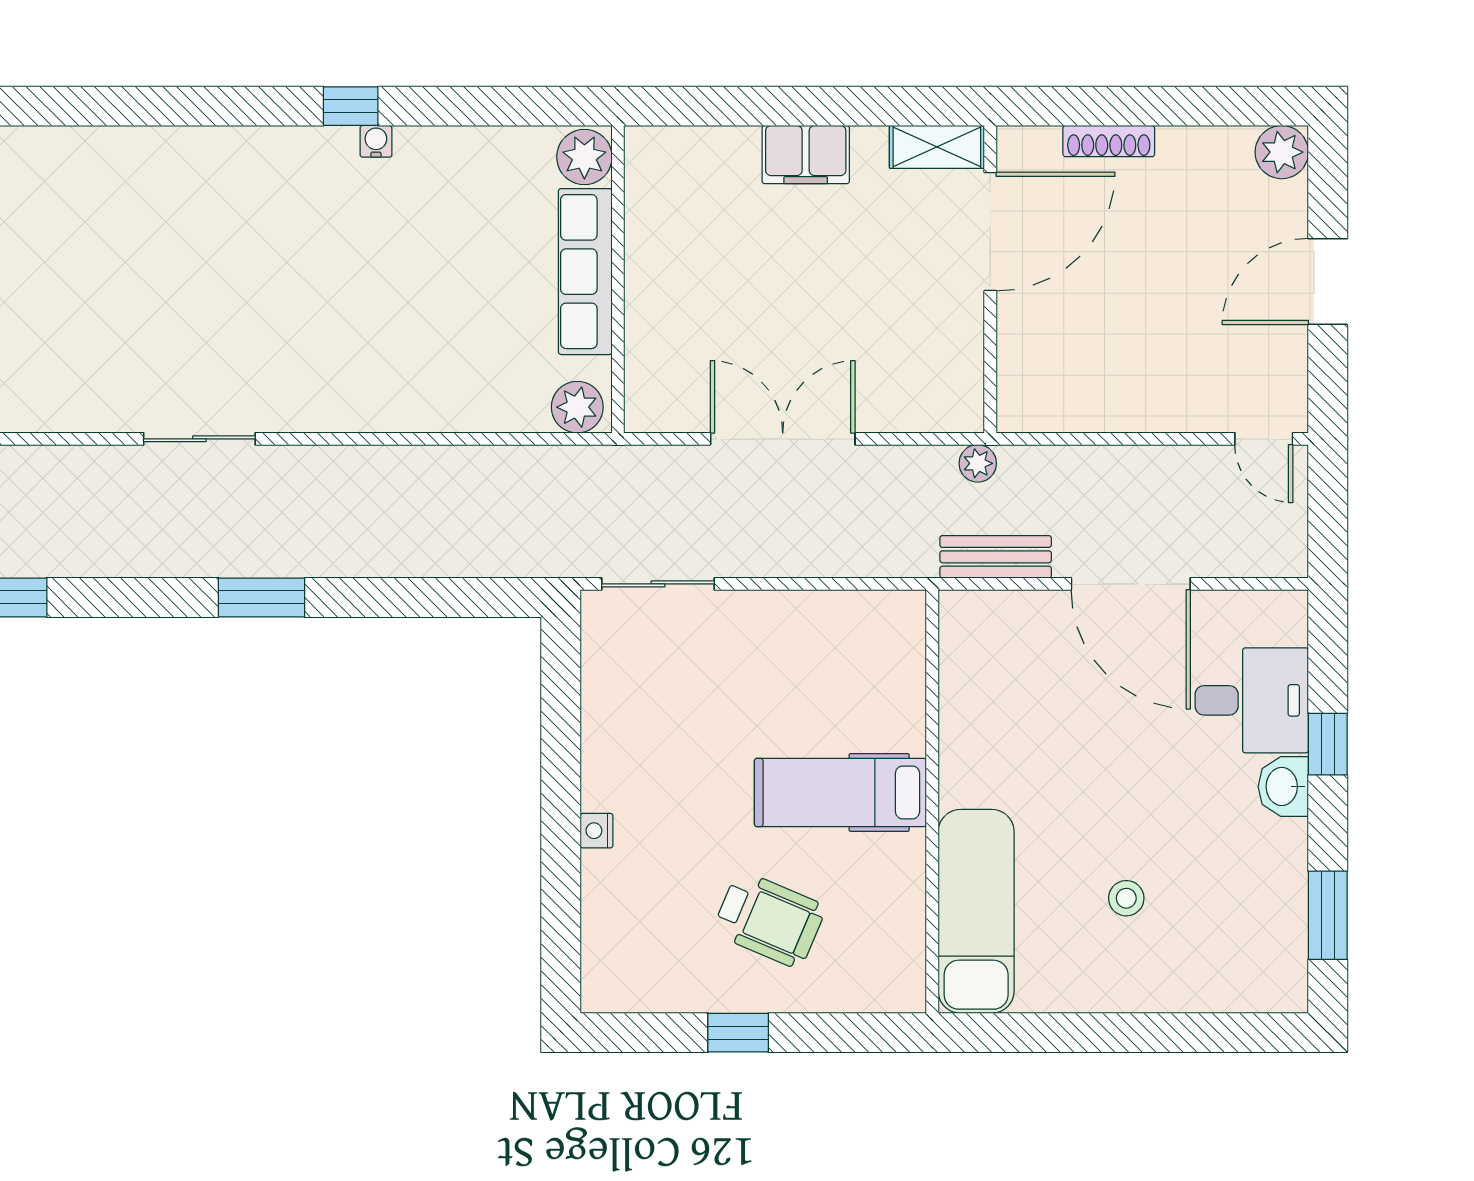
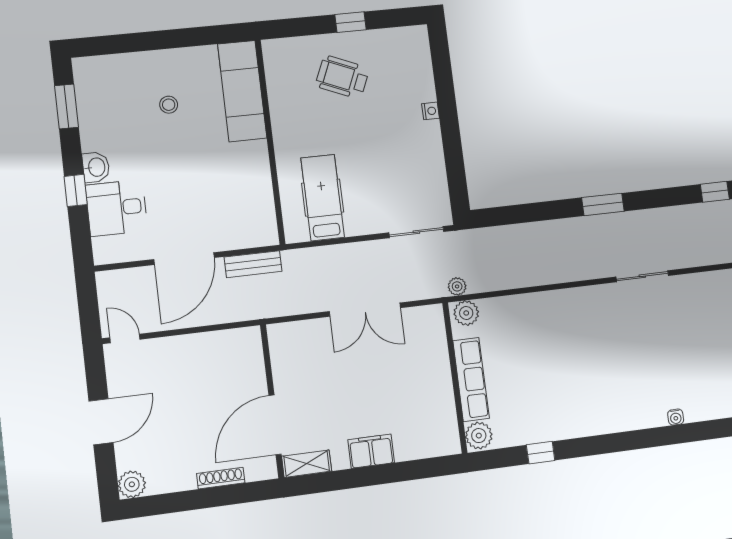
window: (351, 106) -> (541, 453), moved
water cooler: (376, 141) -> (676, 417), moved
plant: (978, 463) -> (457, 286), moved
door: (1131, 584) -> (184, 259), swing flipped
hospital bed: (840, 792) -> (323, 198), moved, turned -90

